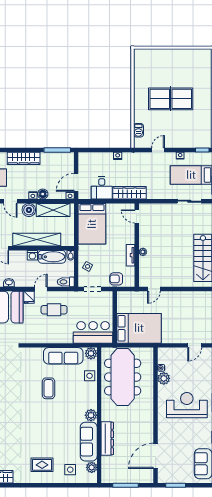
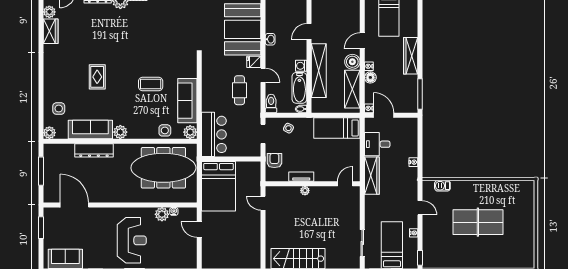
table tennis table: (171, 99) -> (478, 222), turned 90
bed: (92, 224) -> (337, 128), width x0.67
door: (195, 345) -> (199, 230), moved
rug: (42, 465) -> (97, 77), moved
plant: (92, 467) -> (49, 133), moved

